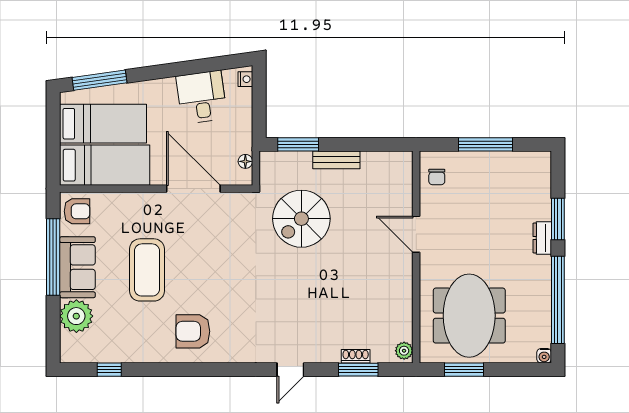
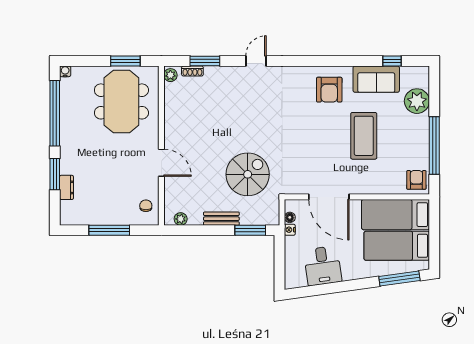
nightstand: (245, 79) -> (290, 230), moved
plant: (391, 159) -> (181, 219), added
armchair: (77, 211) -> (416, 180), turned 90
dresser: (542, 238) -> (67, 187), moved
sofa: (77, 267) -> (376, 79), moved, turned -90
armchair: (193, 331) -> (329, 90), turned 90
shoe rack: (356, 356) -> (192, 71), moved

